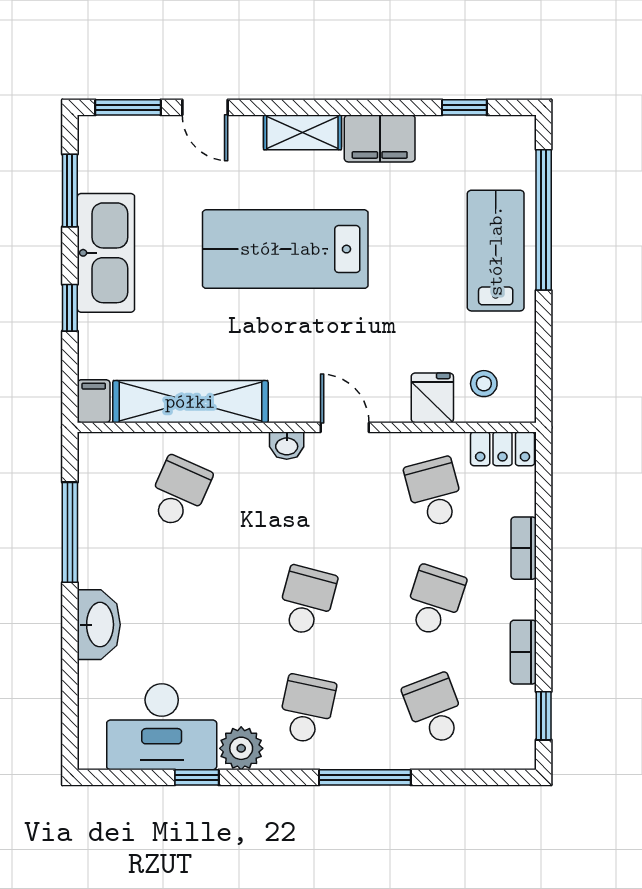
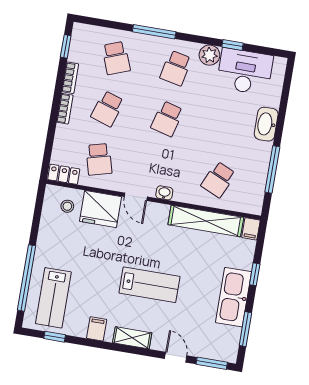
filing cabinet: (380, 138) -> (97, 329), width x0.50
lab bench: (285, 249) -> (149, 285), width x0.73, depth x0.72
lab bench: (496, 251) -> (53, 298), moved
fridge: (432, 398) -> (101, 209), width x1.88, depth x1.34
bookcase: (524, 548) -> (65, 109), moved

